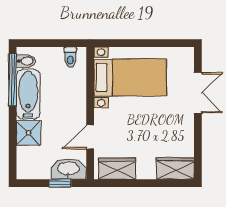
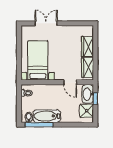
shower: (29, 133) -> (87, 111), moved
wardrobe: (175, 168) -> (87, 47), moved

